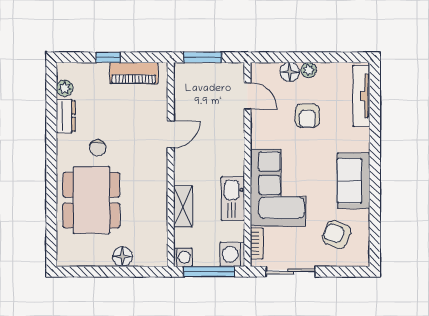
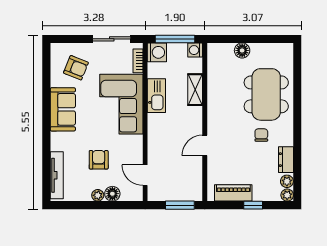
plant: (64, 70) -> (287, 195), added

